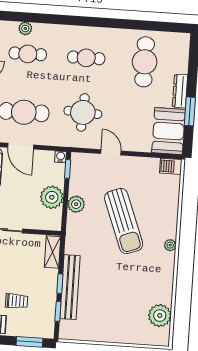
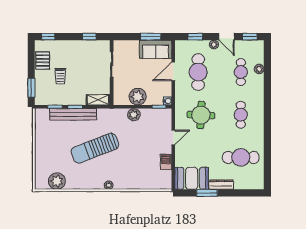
barbecue: (171, 166) -> (166, 162), moved
sun lounger: (124, 221) -> (95, 148), moved

